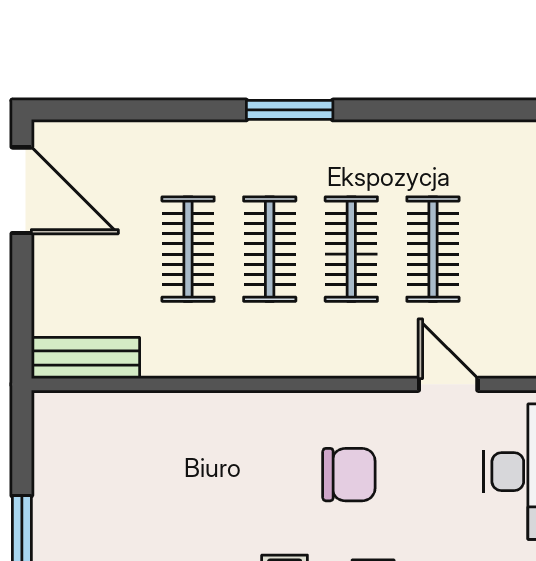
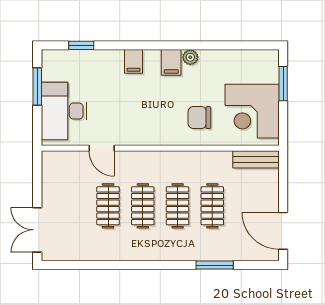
window: (290, 110) -> (215, 265), moved
corner desk: (95, 471) -> (252, 111), added
chair: (349, 475) -> (199, 118), moved

